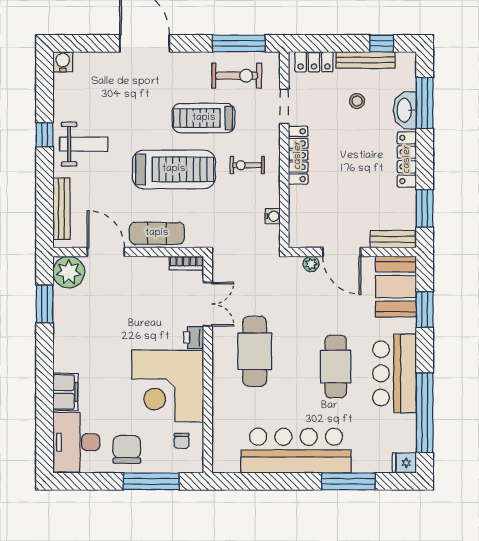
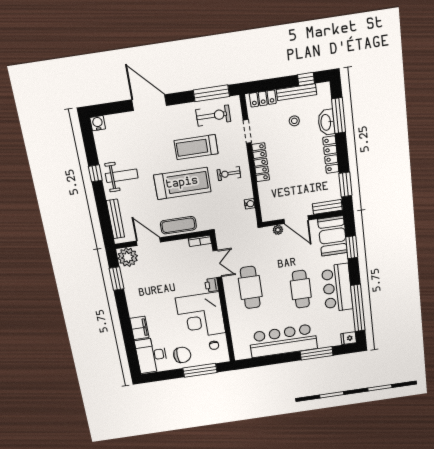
chair: (127, 449) -> (182, 355), turned 87

